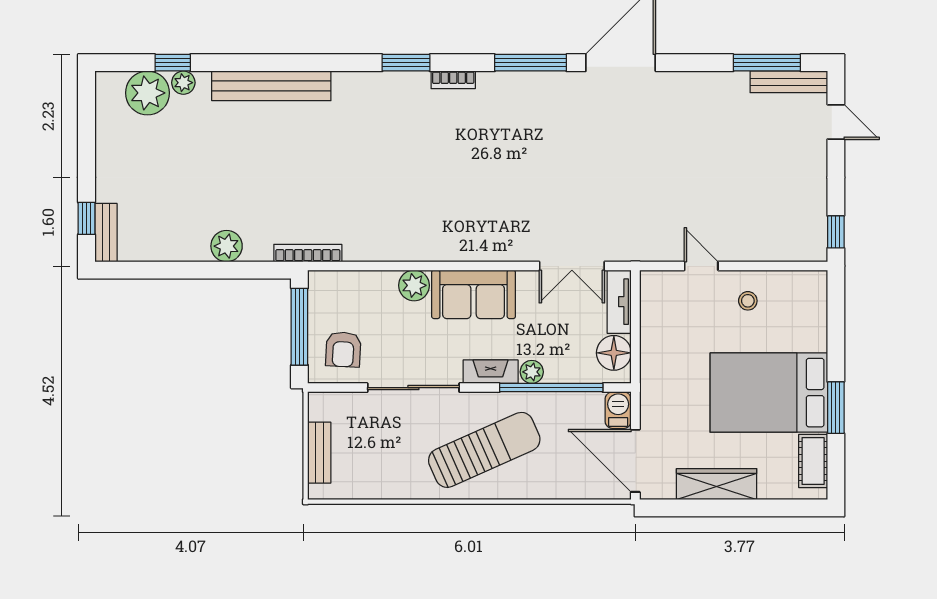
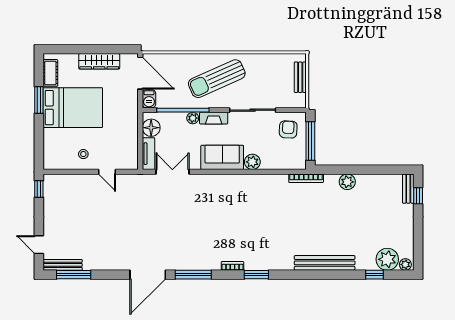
plant: (183, 83) -> (405, 265), moved

